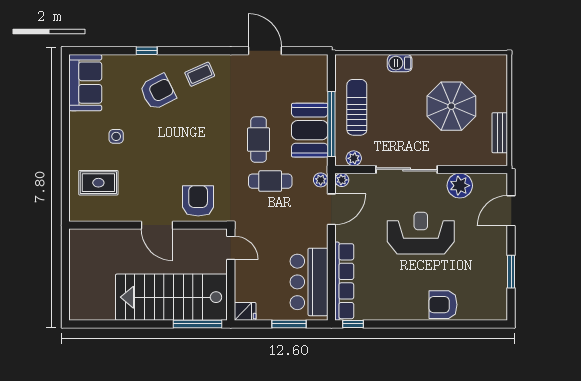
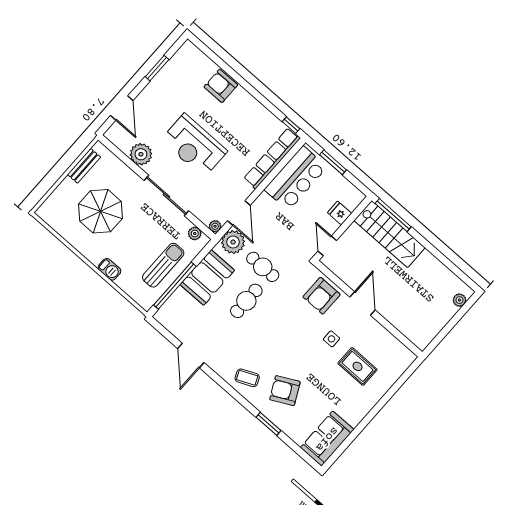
window: (147, 51) -> (268, 424), width x1.50
sun lounger: (357, 107) -> (163, 265), turned 180
window: (331, 124) -> (175, 286), moved
side table: (116, 136) -> (331, 339), moved
plant: (321, 180) -> (233, 242), width x1.88, depth x1.88
rug: (98, 183) -> (358, 366), moved
door: (331, 209) -> (239, 213), swing flipped
door: (511, 211) -> (122, 108), hinge flipped
stairs: (171, 297) -> (390, 234), width x0.73, depth x0.66
plant: (76, 301) -> (459, 300), added
armchair: (443, 305) -> (221, 86), turned 180
fridge: (245, 311) -> (340, 213), moved

